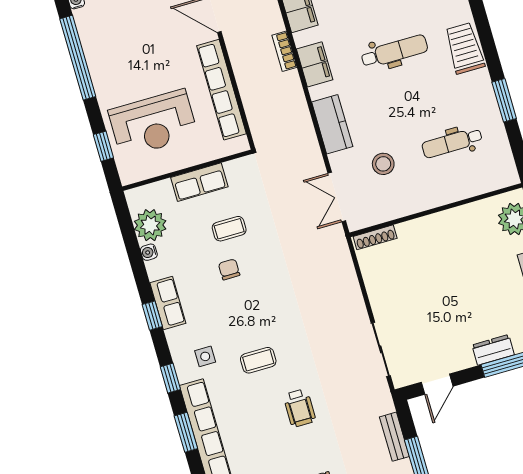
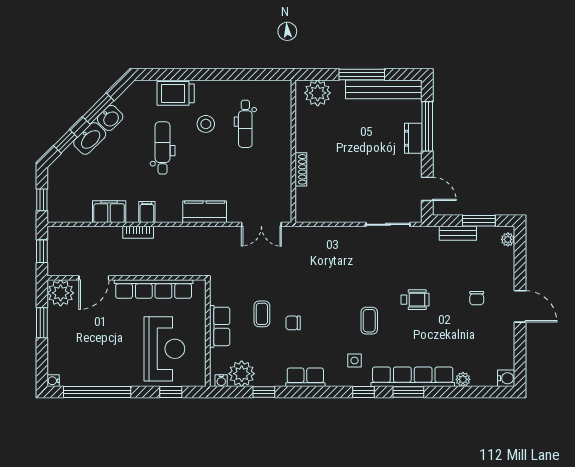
filing cabinet: (315, 64) -> (147, 212), width x0.50
window: (504, 100) -> (224, 75), removed
stool: (383, 164) -> (206, 124), moved
shoe rack: (375, 237) -> (301, 169), moved
water cooler: (149, 252) -> (221, 381), moved
window: (152, 316) -> (264, 392), moved

